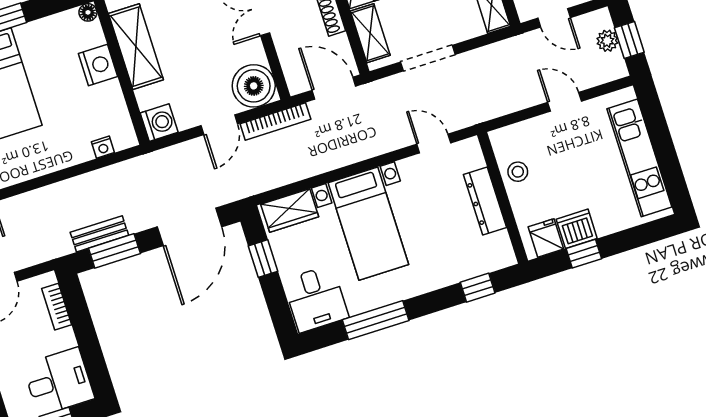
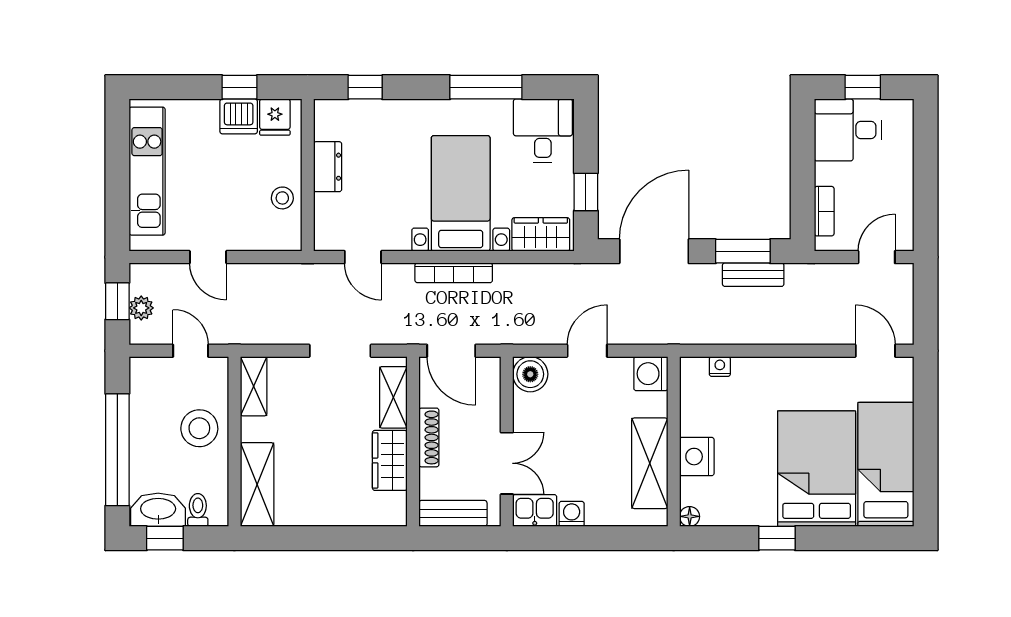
boiler: (254, 86) -> (530, 374), width x0.73, depth x0.73
bookcase: (275, 121) -> (454, 273), moved, turned 180
dresser: (485, 201) -> (328, 167), width x0.70

